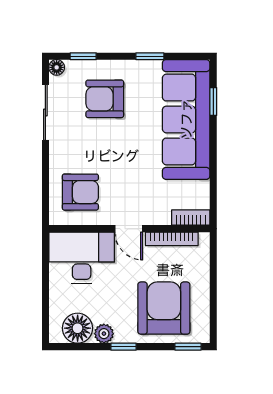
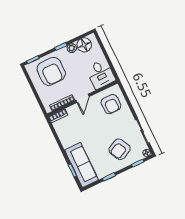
armchair: (105, 99) -> (120, 149), turned 153
sofa: (186, 119) -> (81, 165), width x0.74, depth x0.79
armchair: (80, 192) -> (111, 104), turned -90
door: (129, 229) -> (83, 98), swing flipped
desk: (82, 258) -> (101, 74), width x0.73

